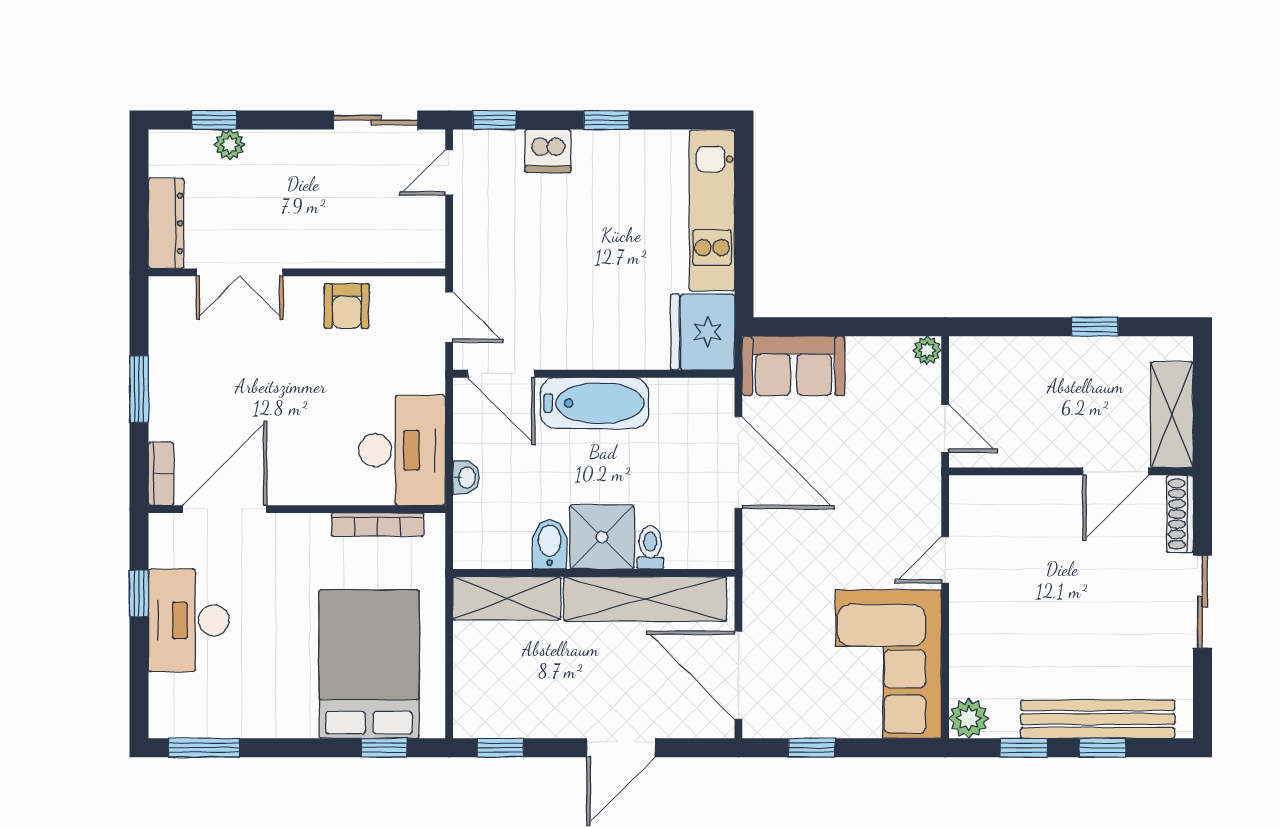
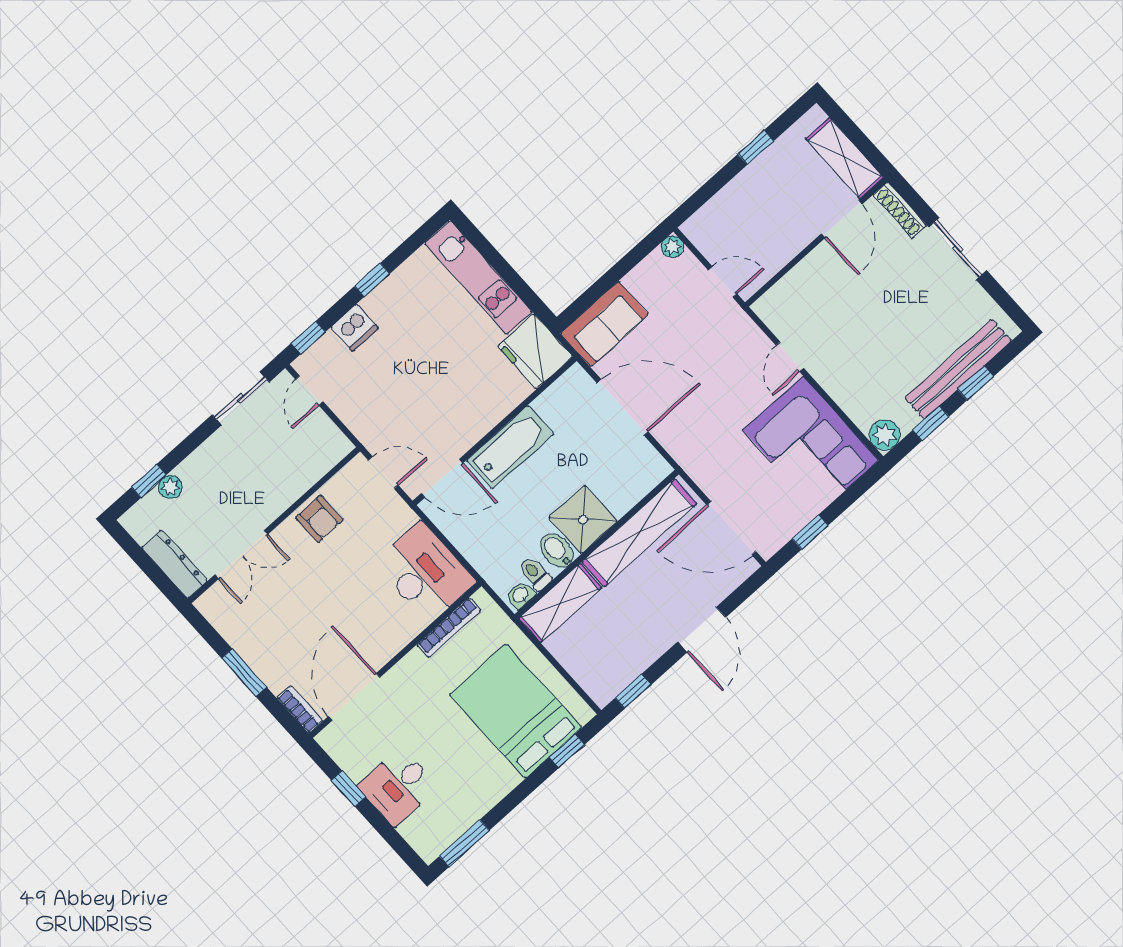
washbasin: (466, 478) -> (521, 595), moved, turned -90
toilet: (650, 548) -> (535, 574), moved
desk: (189, 620) -> (398, 787), width x0.73

